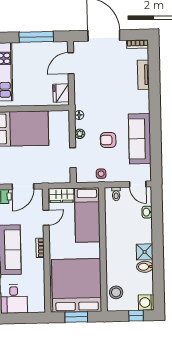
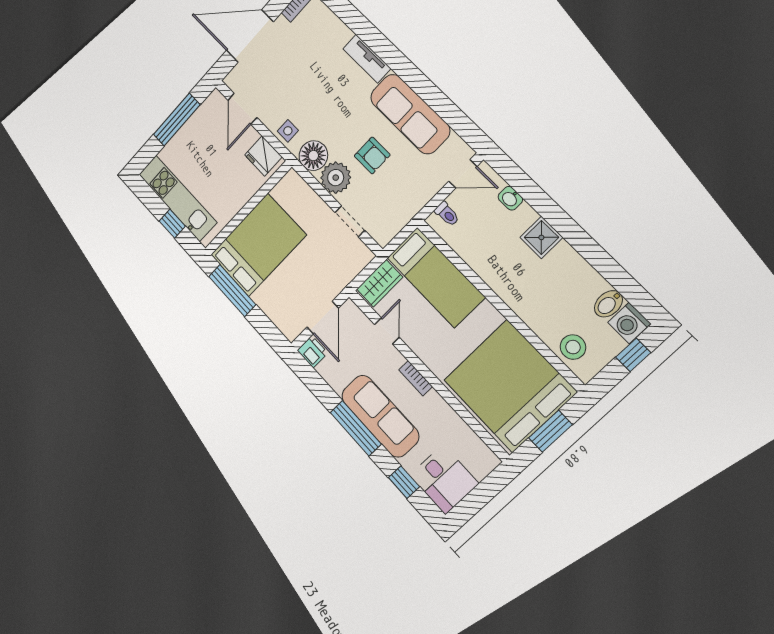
tv unit: (143, 75) -> (367, 59), moved
floor lamp: (79, 115) -> (313, 156), width x1.89, depth x1.89
plant: (80, 134) -> (336, 178), width x1.87, depth x1.87
armchair: (108, 140) -> (372, 155), turned -90
side table: (101, 174) -> (288, 131), moved
shower: (145, 252) -> (541, 237), moved
bidet: (145, 267) -> (608, 304), moved

